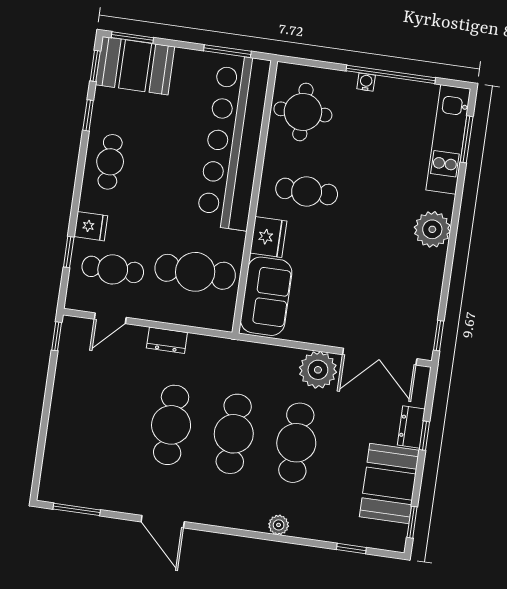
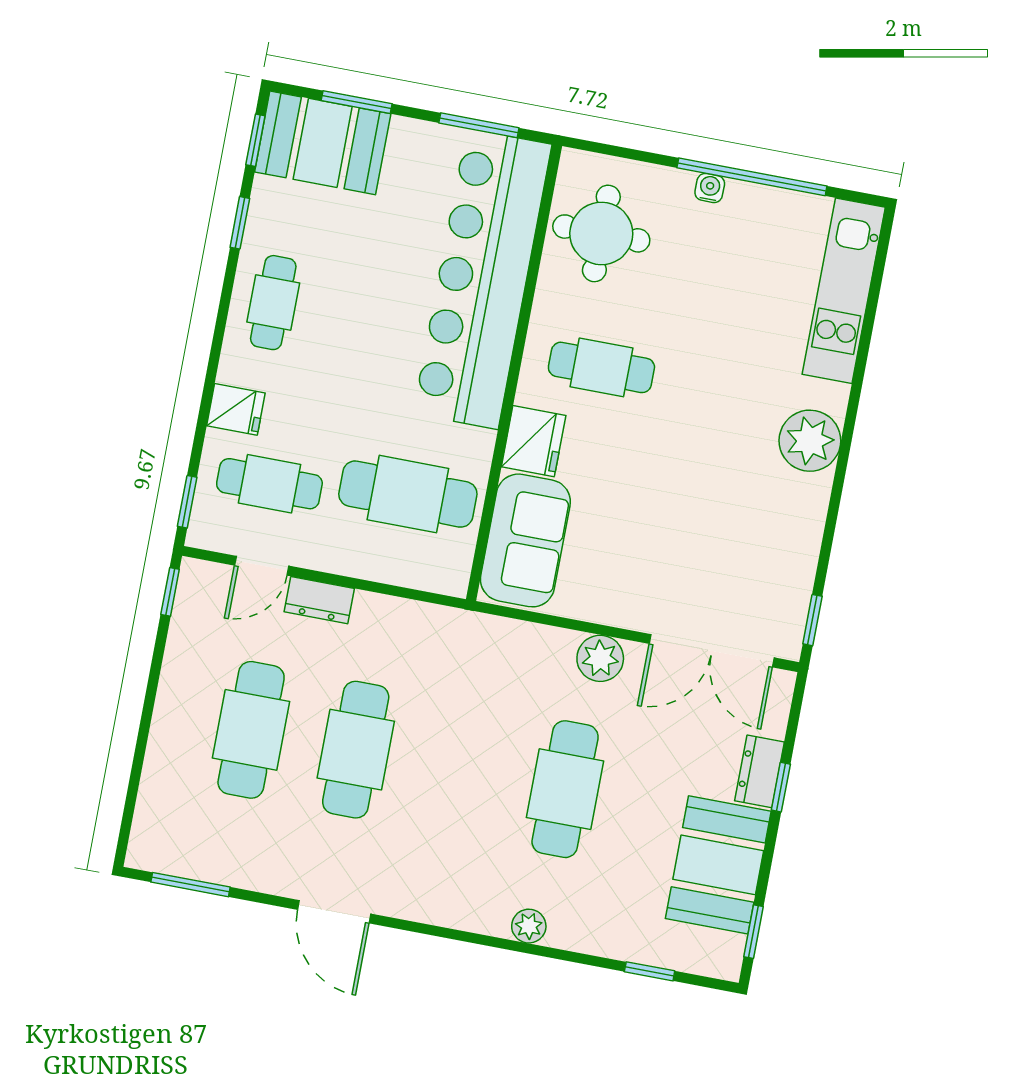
window: (132, 38) -> (357, 102), moved
window: (467, 139) -> (874, 292), removed
window: (69, 252) -> (187, 502), moved
dresser: (167, 340) -> (319, 600), moved
plant: (318, 370) -> (600, 658), width x0.73, depth x0.73
cafe table: (234, 434) -> (251, 730), moved

